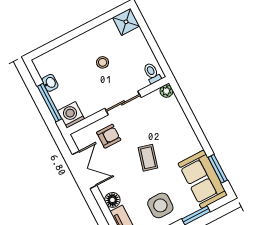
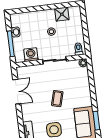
shower: (126, 22) -> (62, 14), moved
washing machine: (71, 115) -> (31, 55), moved
armchair: (109, 136) -> (39, 77), removed
floor lamp: (112, 200) -> (27, 116), removed

